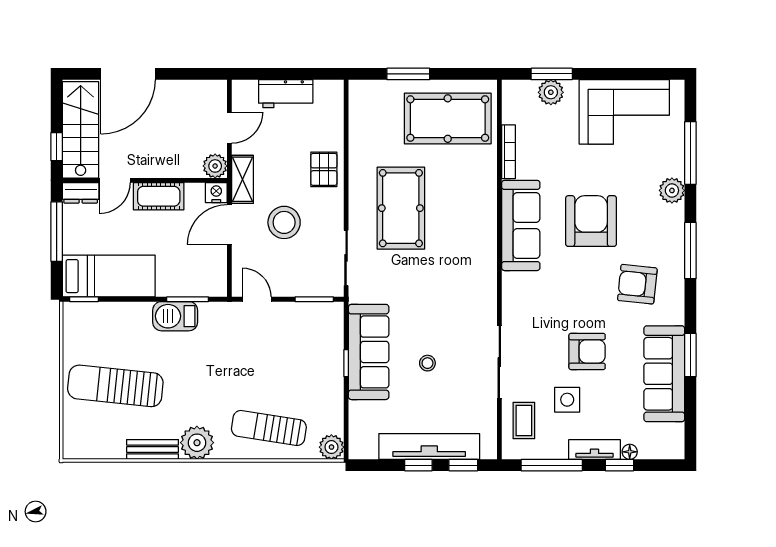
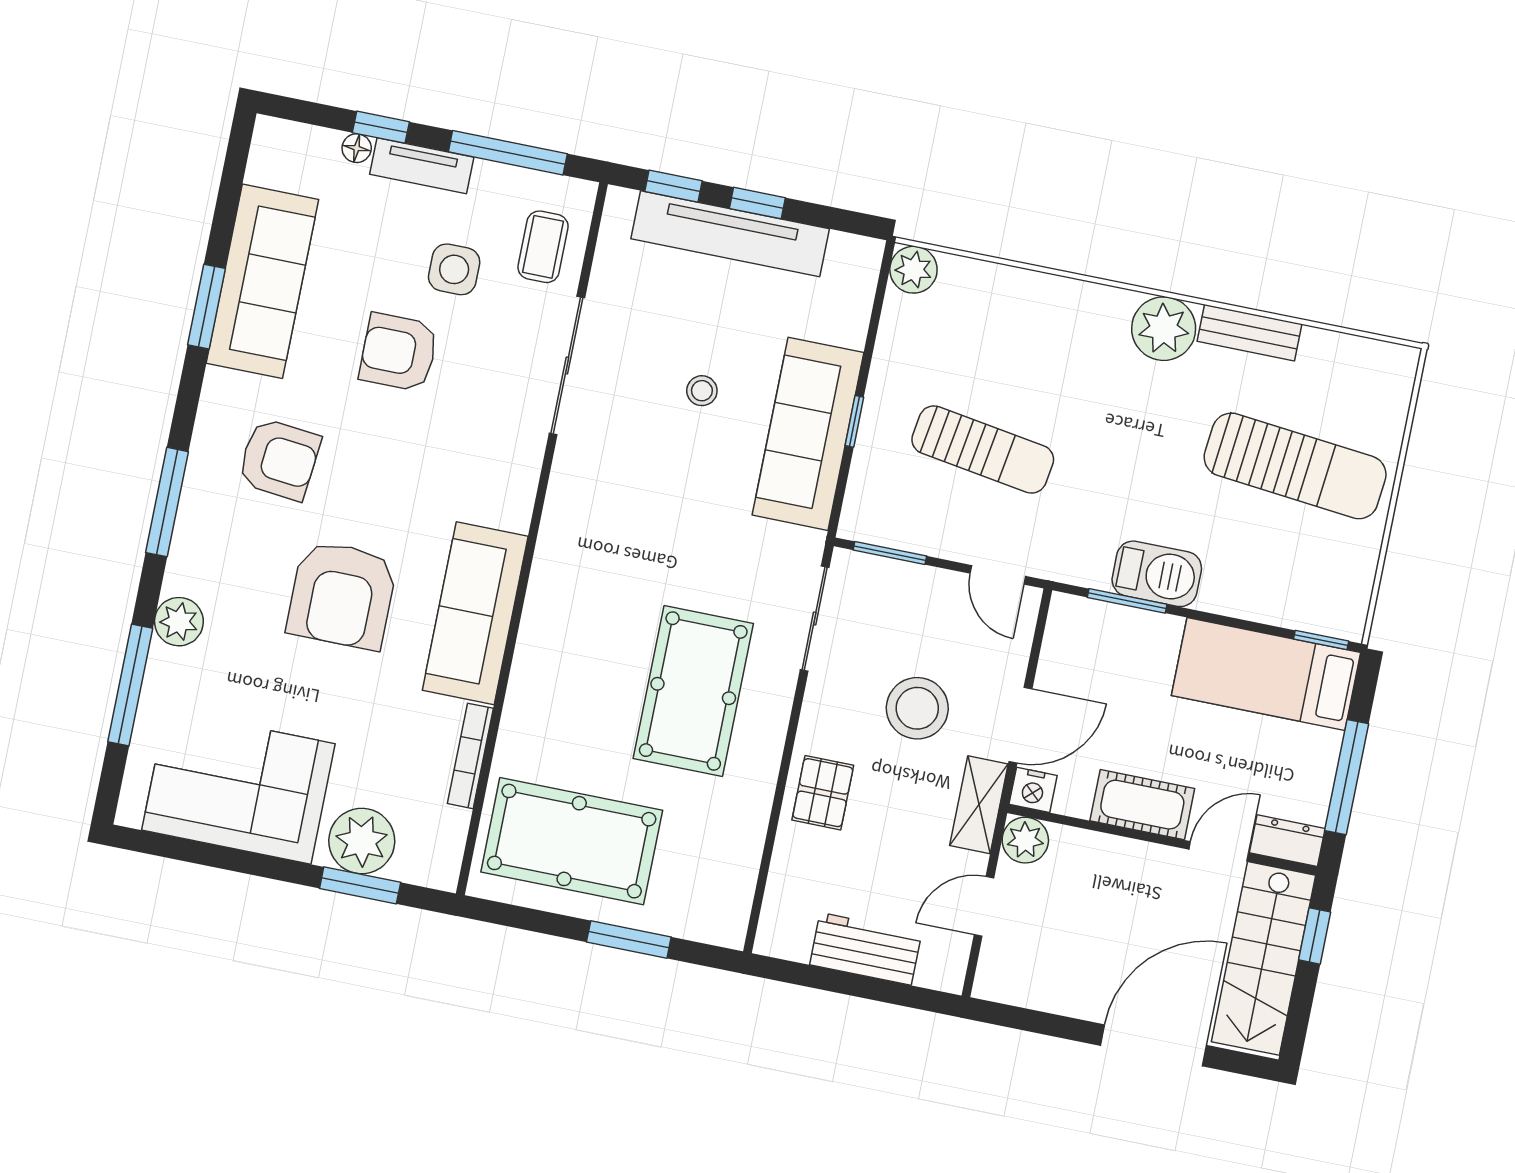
plant: (551, 92) -> (362, 841), width x1.36, depth x1.36
sun lounger: (269, 428) -> (983, 449), moved

